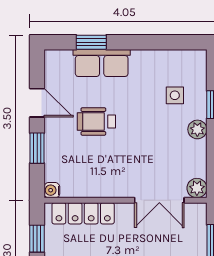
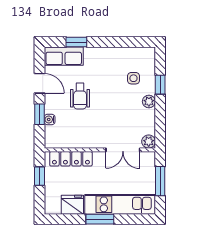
row of seats: (102, 63) -> (64, 56), moved
wheelchair: (96, 121) -> (80, 96), turned -90
water cooler: (52, 190) -> (50, 119), moved

